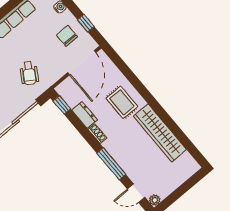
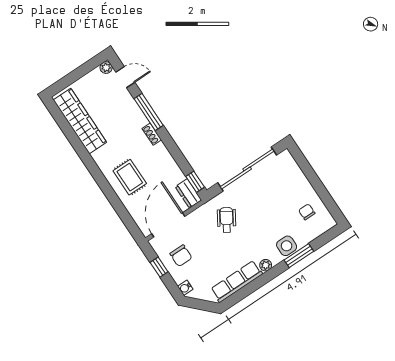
dresser: (85, 115) -> (188, 193), moved
wardrobe: (160, 133) -> (80, 121), moved
shoe rack: (97, 134) -> (152, 134), moved

